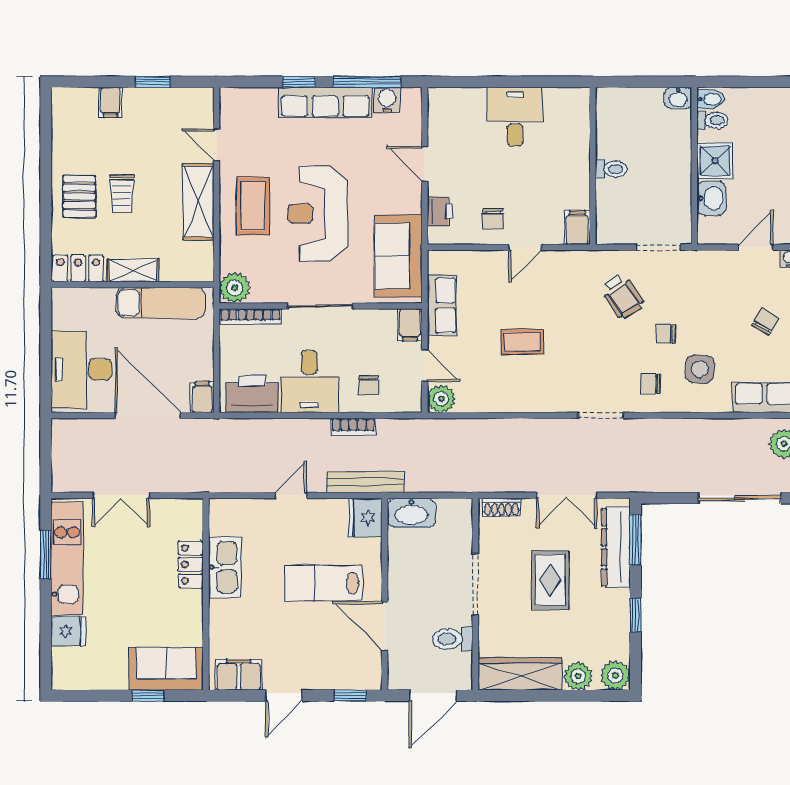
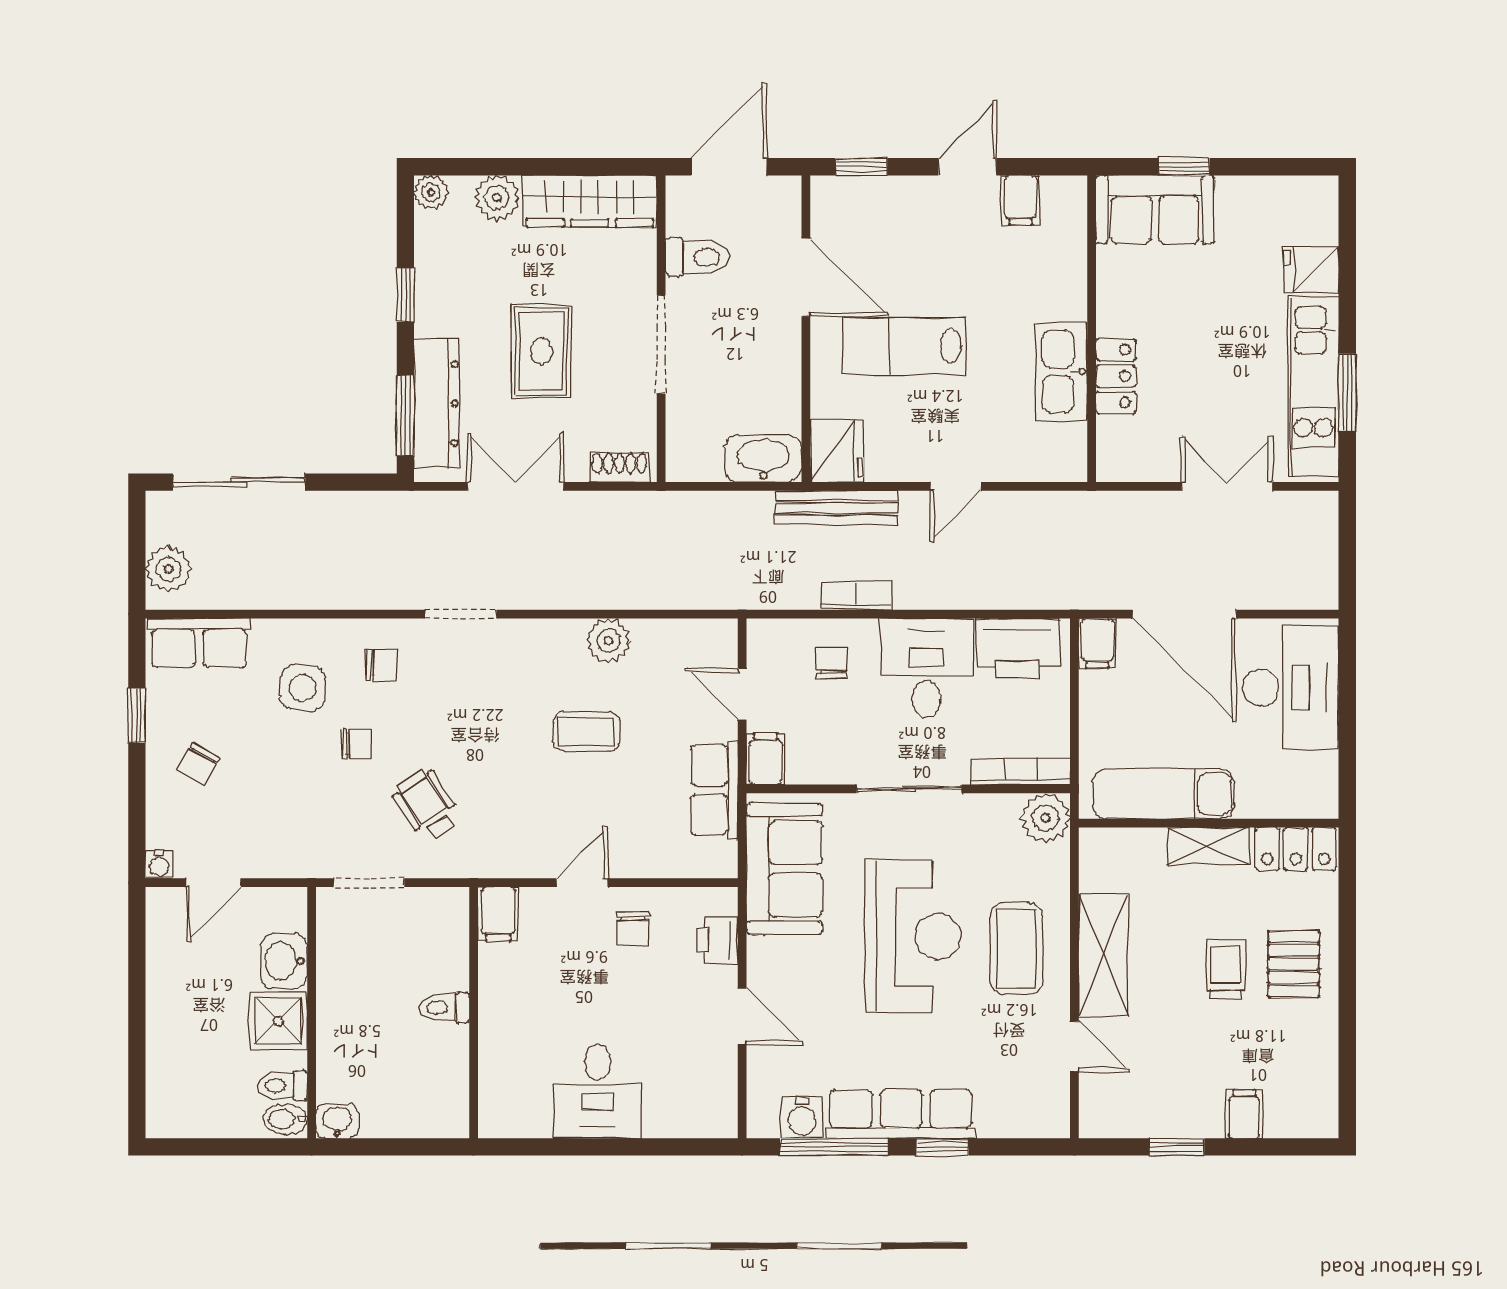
chair: (493, 219) -> (633, 928), turned 180
plant: (441, 399) -> (609, 641), moved
lab bench: (323, 583) -> (904, 346), turned 180
filing cabinet: (239, 675) -> (1020, 200), width x0.50
plant: (615, 675) -> (431, 192), width x0.73, depth x0.73

